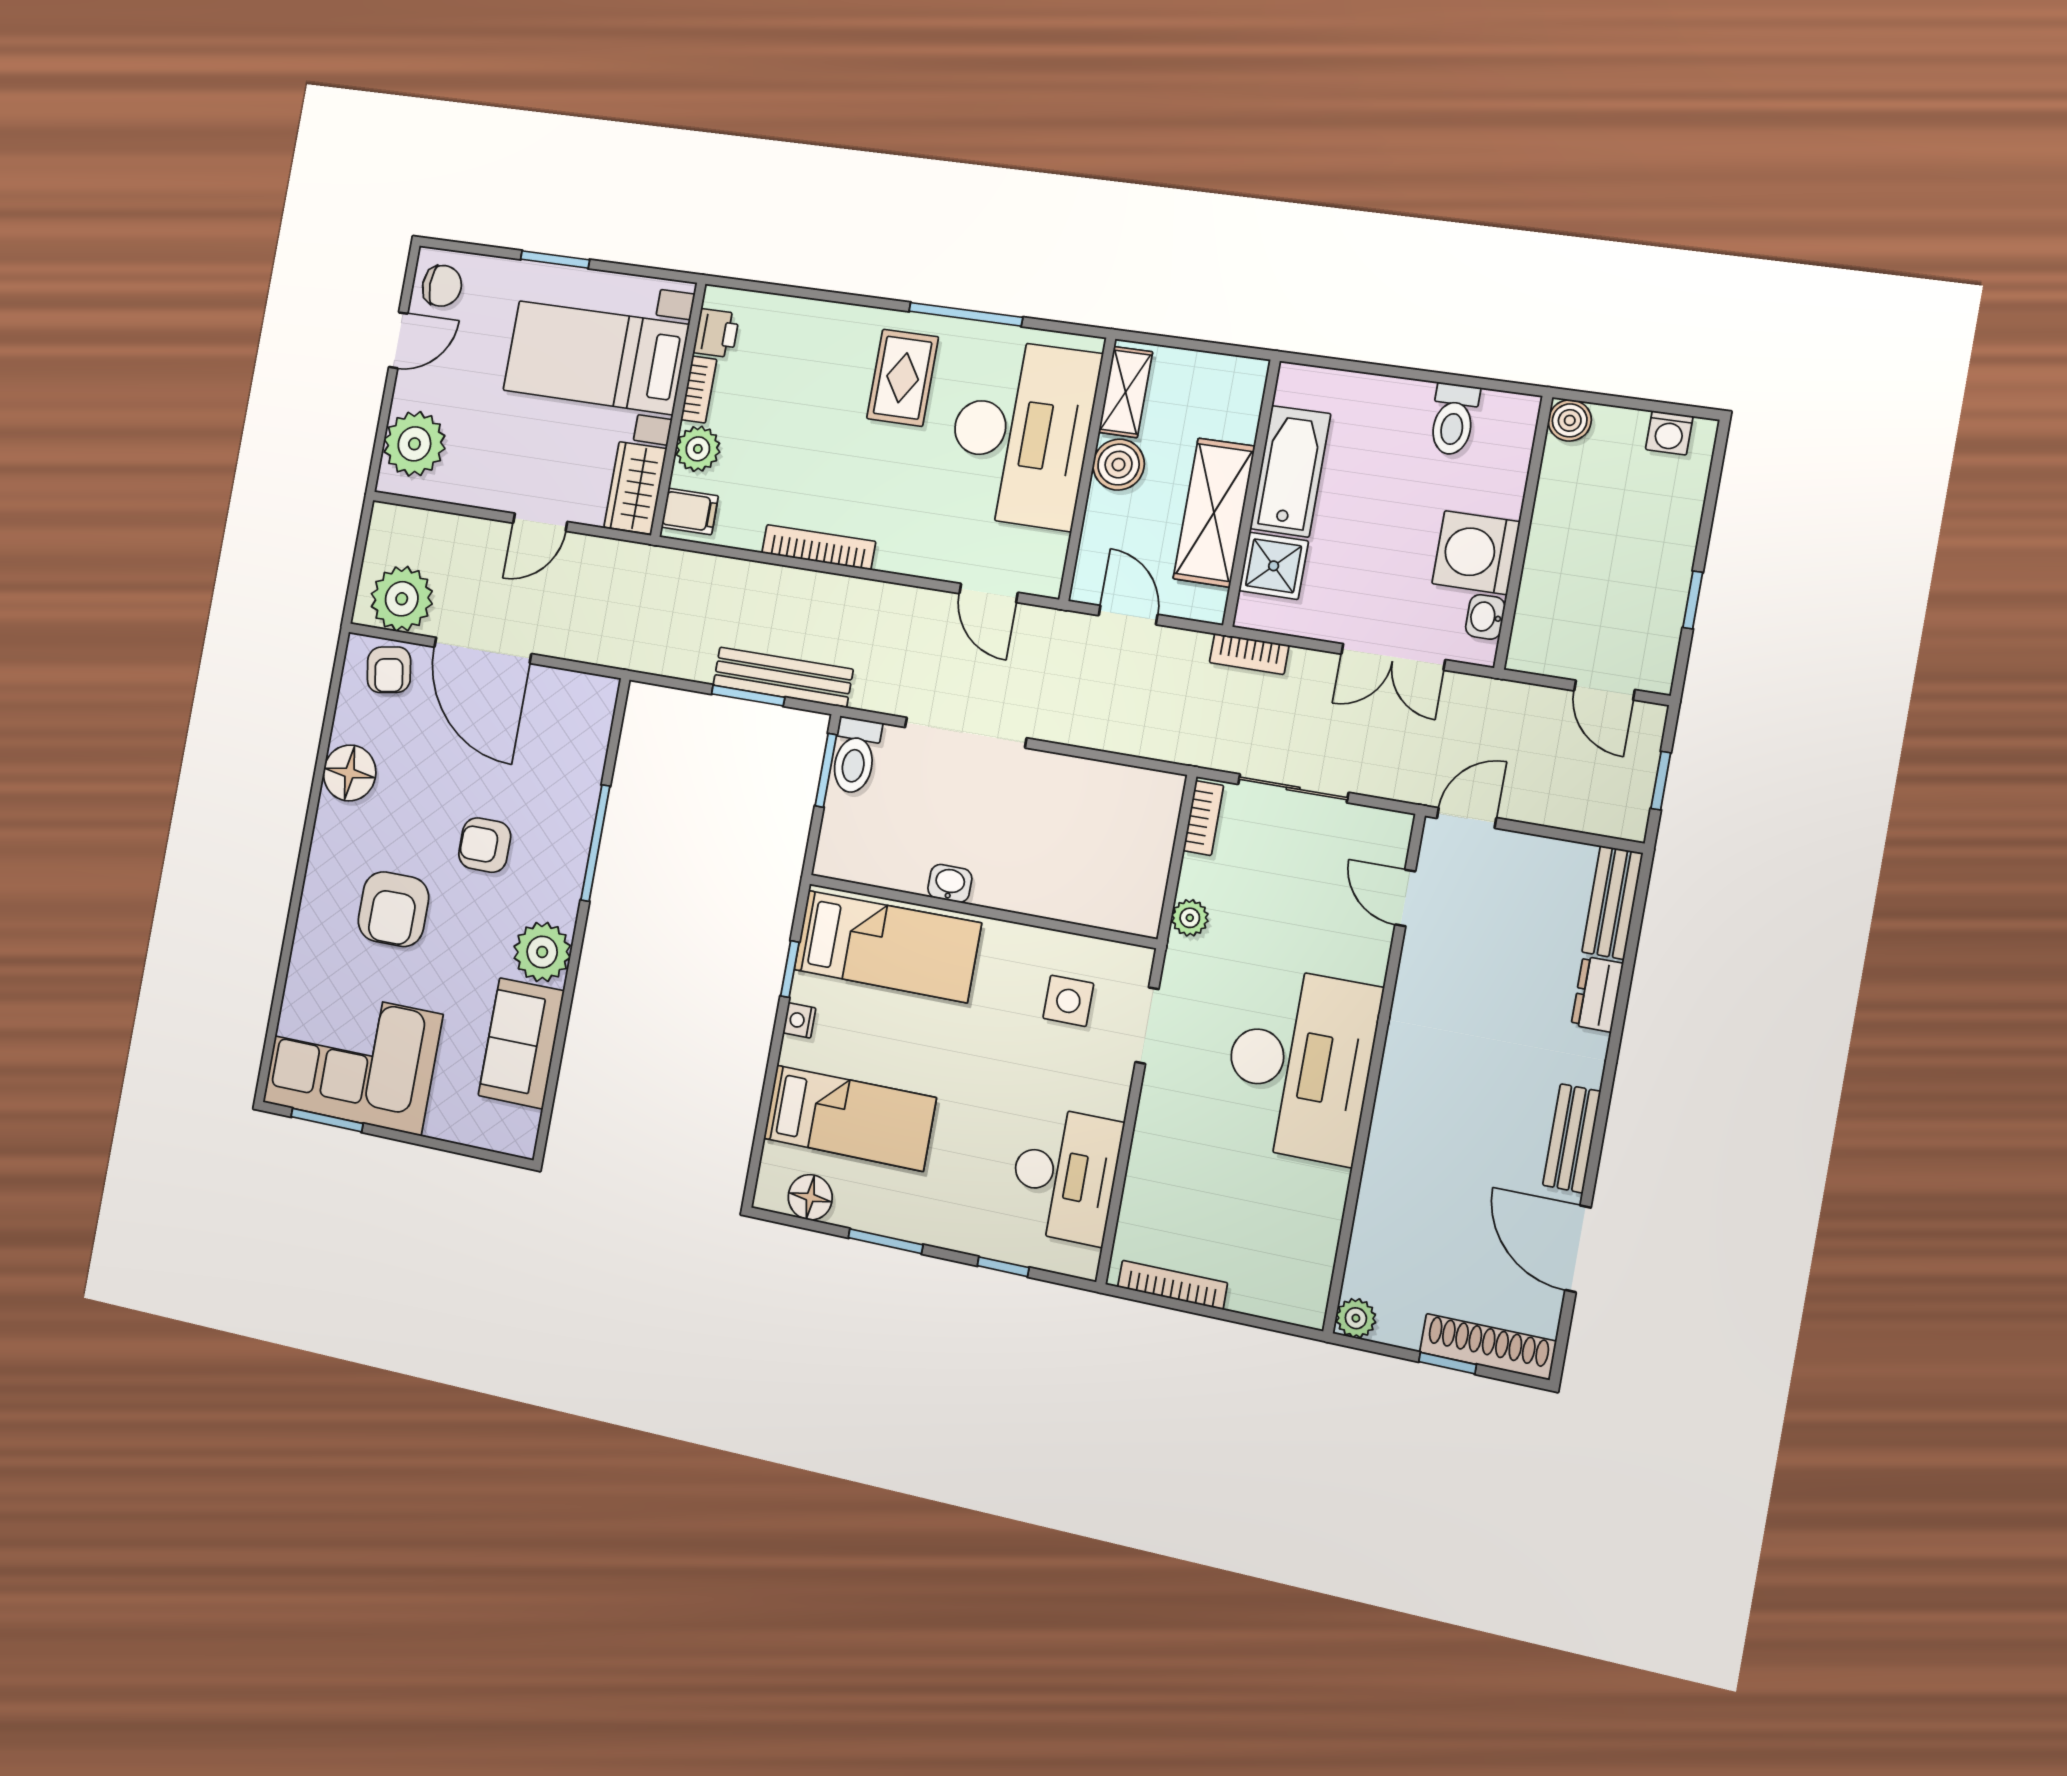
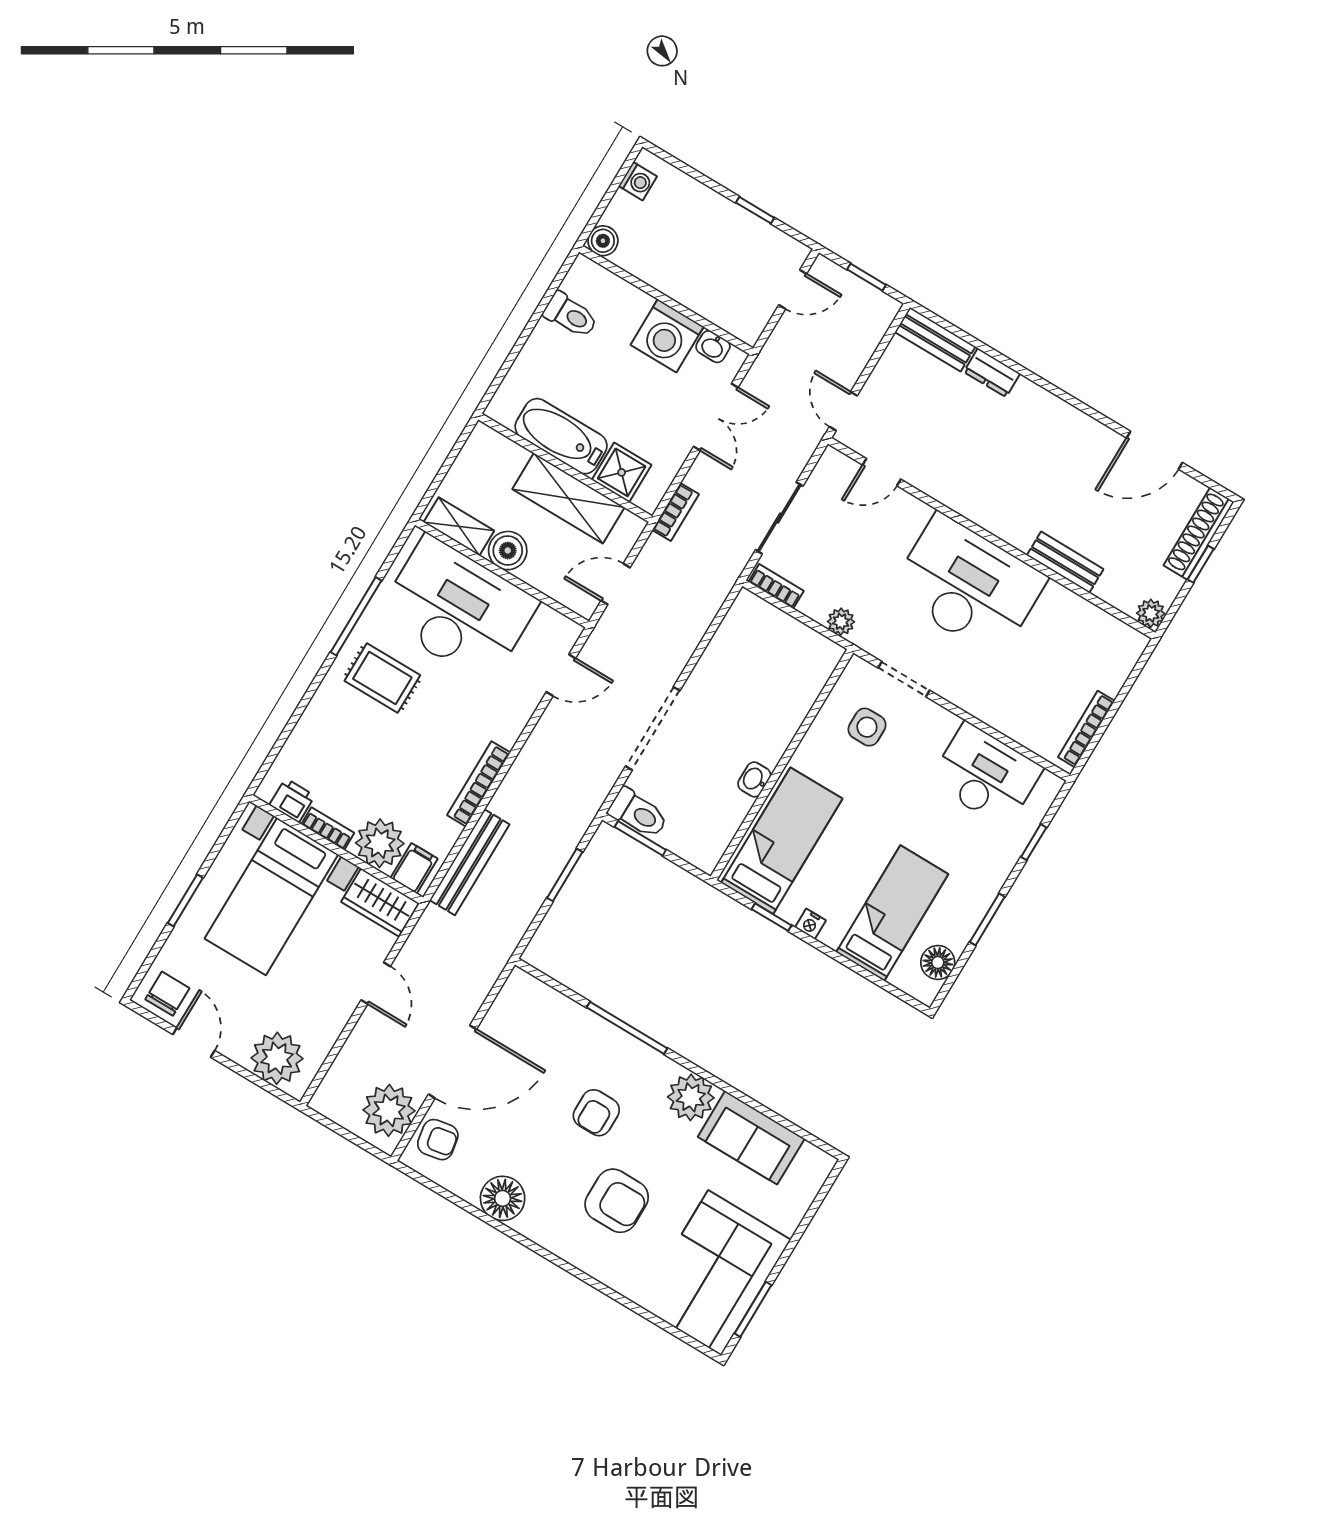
plant: (698, 449) -> (380, 843), width x1.36, depth x1.36
bench: (783, 677) -> (470, 862), moved
bench: (1572, 1138) -> (1065, 562), moved

